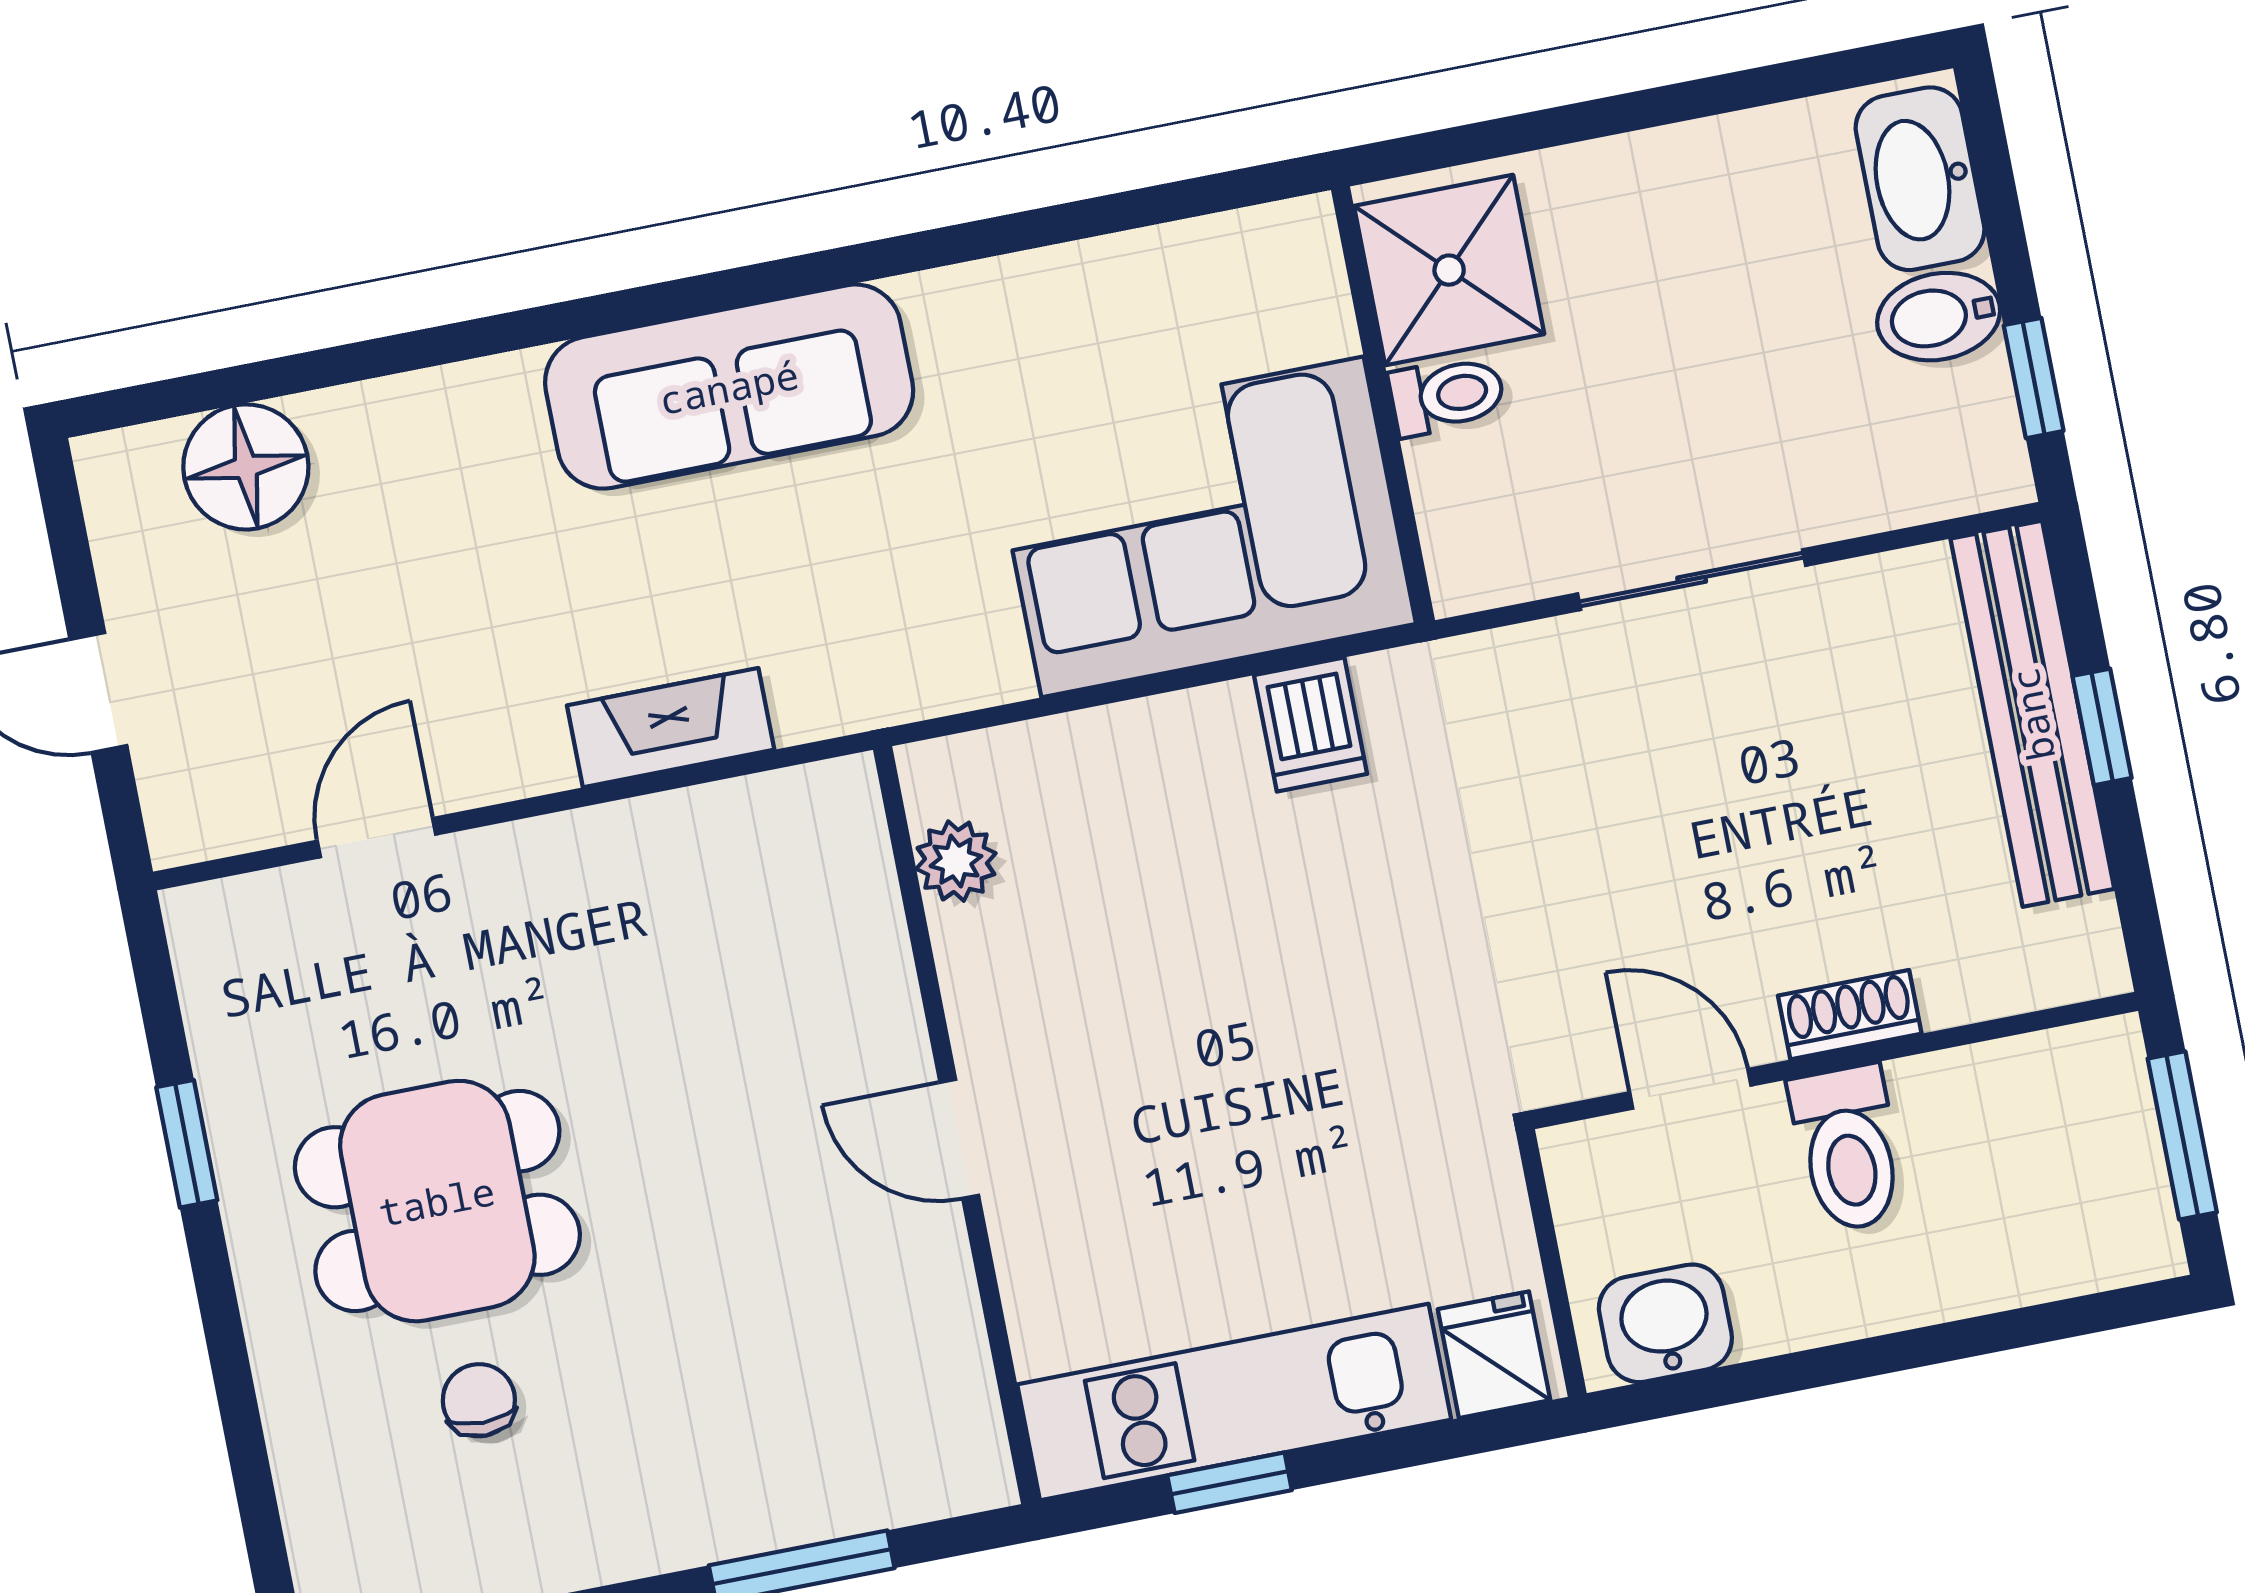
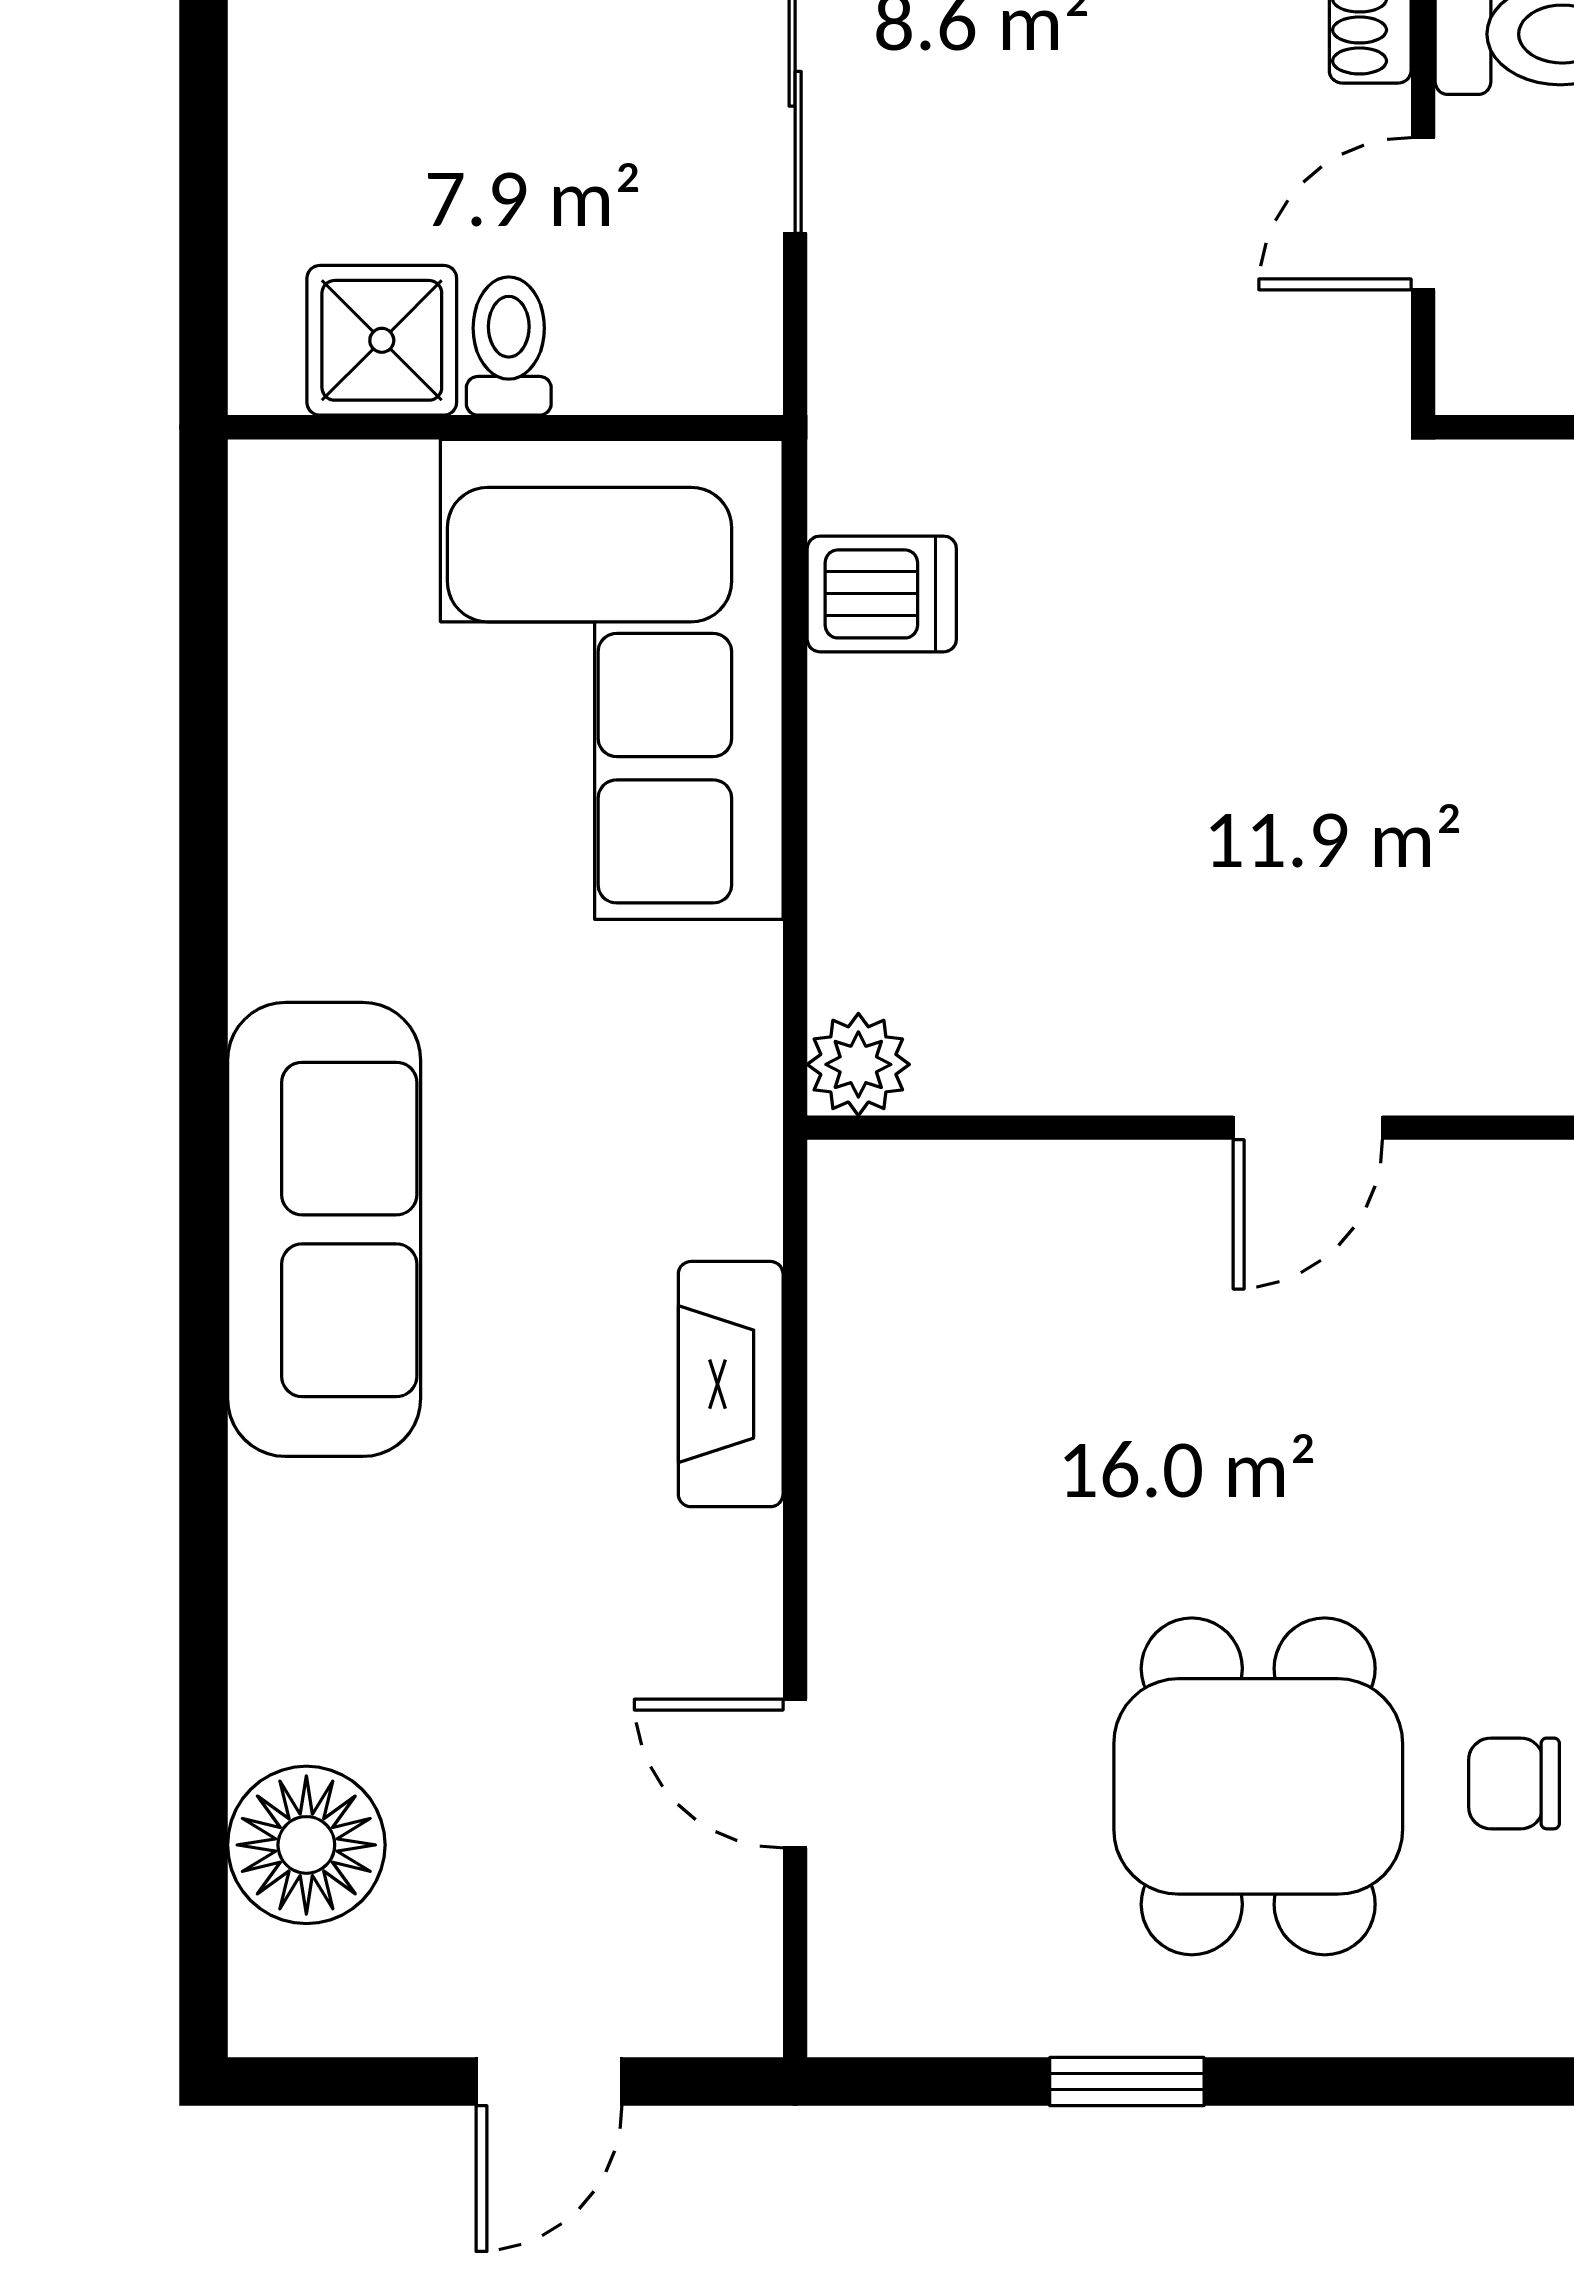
shower: (1449, 270) -> (382, 340), width x0.73, depth x0.73
plant: (956, 861) -> (858, 1064), moved

